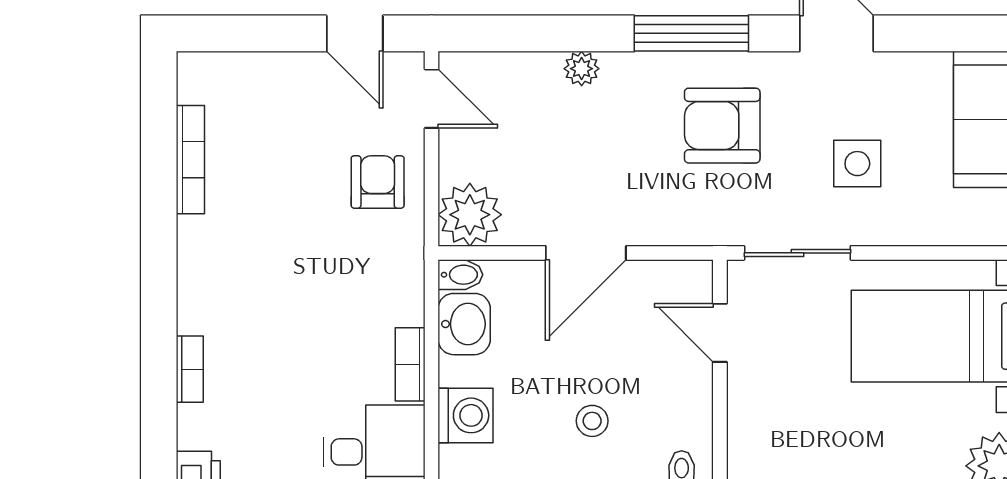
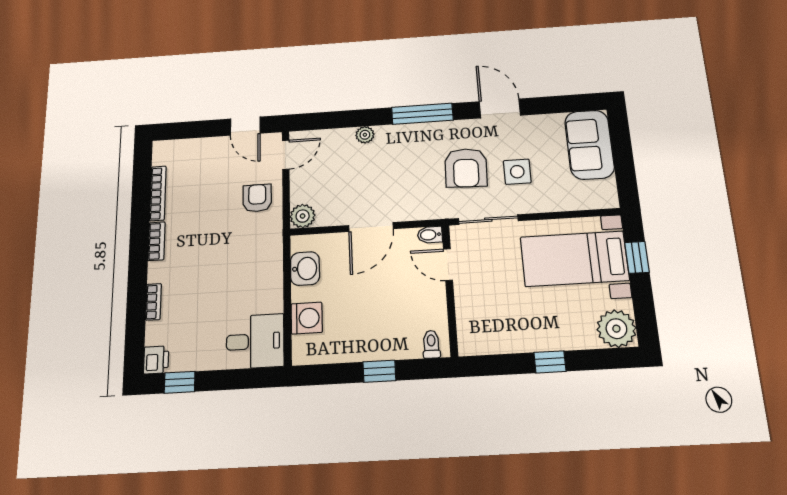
door: (432, 99) -> (286, 155), hinge flipped
armchair: (722, 126) -> (466, 168), moved, turned -88
plant: (470, 215) -> (303, 216), width x0.73, depth x0.73
bidet: (460, 275) -> (430, 235), moved, turned 180
bookcase: (410, 364) -> (156, 241), moved, turned 180
stool: (592, 421) -> (378, 317), removed

